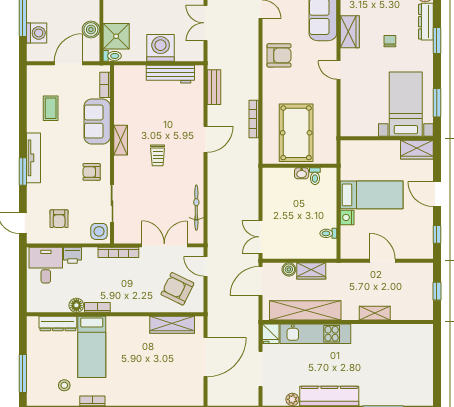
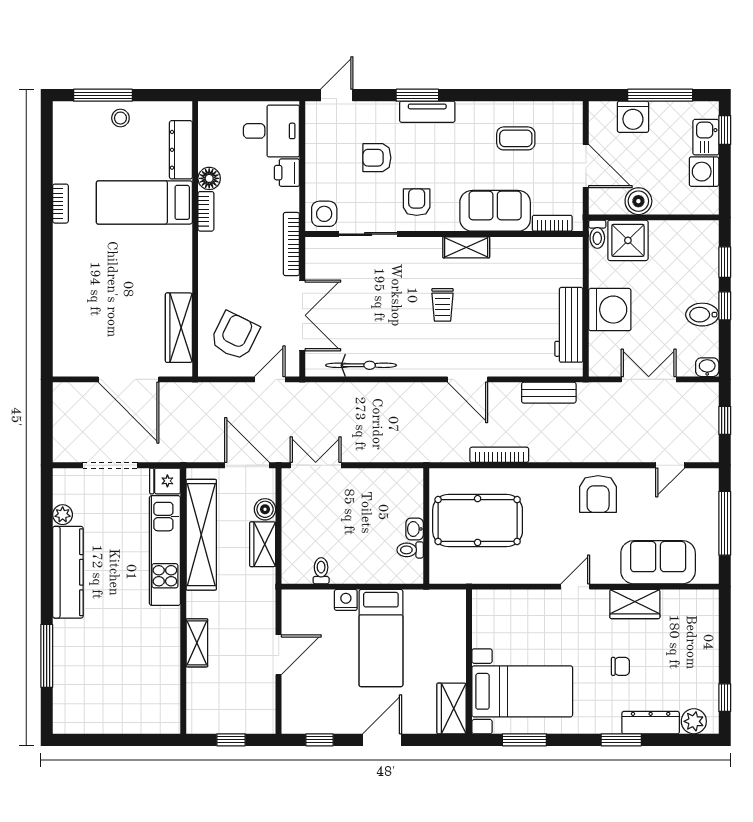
trolley: (158, 155) -> (443, 305), turned -90
tv unit: (33, 158) -> (427, 112), width x0.71
armchair: (59, 219) -> (377, 158), moved
stool: (64, 385) -> (120, 118), moved

